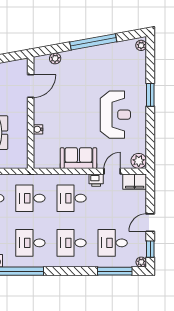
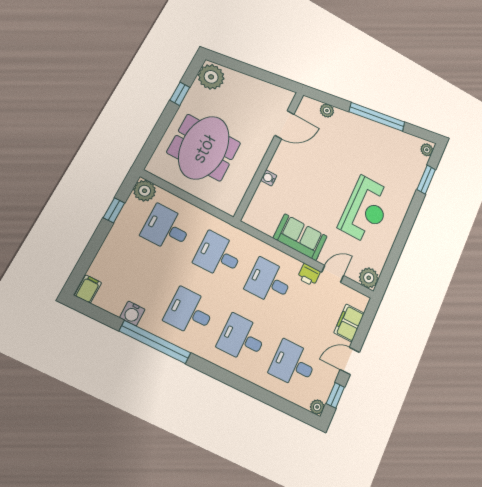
window: (150, 95) -> (426, 180), moved
filing cabinet: (135, 182) -> (349, 323), moved, turned 90
window: (115, 271) -> (279, 403), removed

